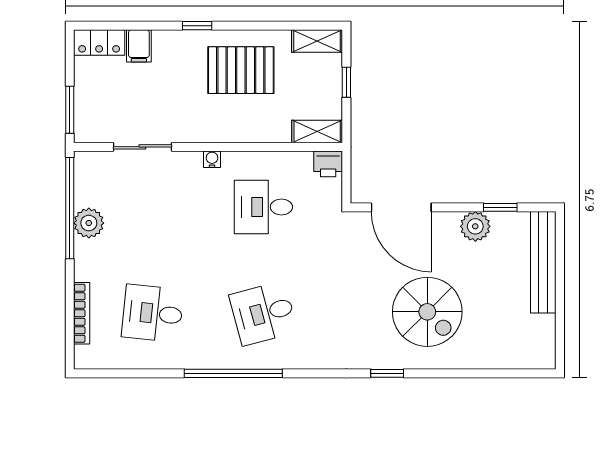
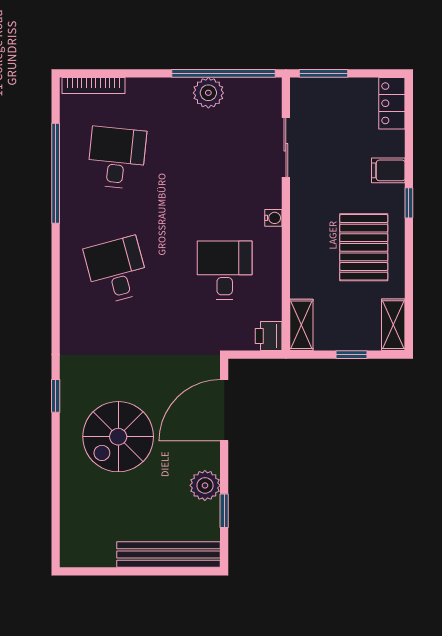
filing cabinet: (139, 46) -> (388, 170), moved
bookcase: (82, 313) -> (94, 85), moved
window: (233, 373) -> (56, 173), moved

